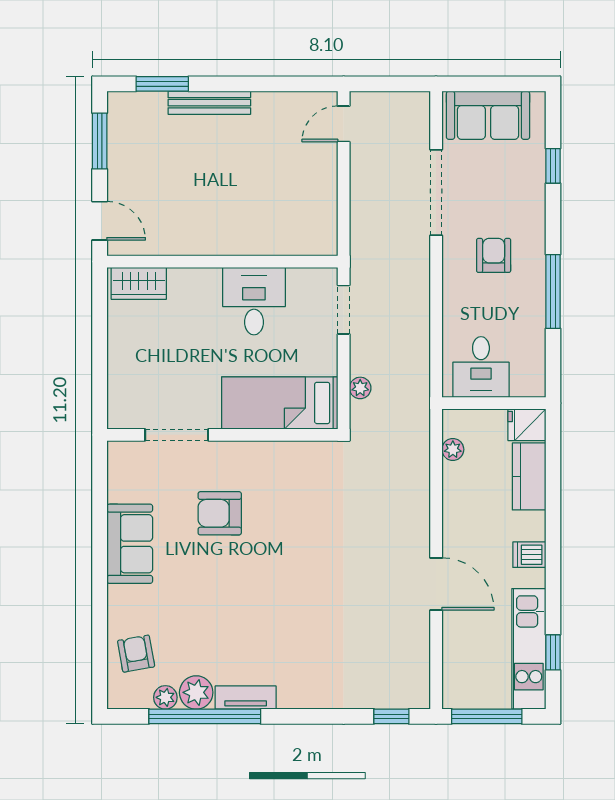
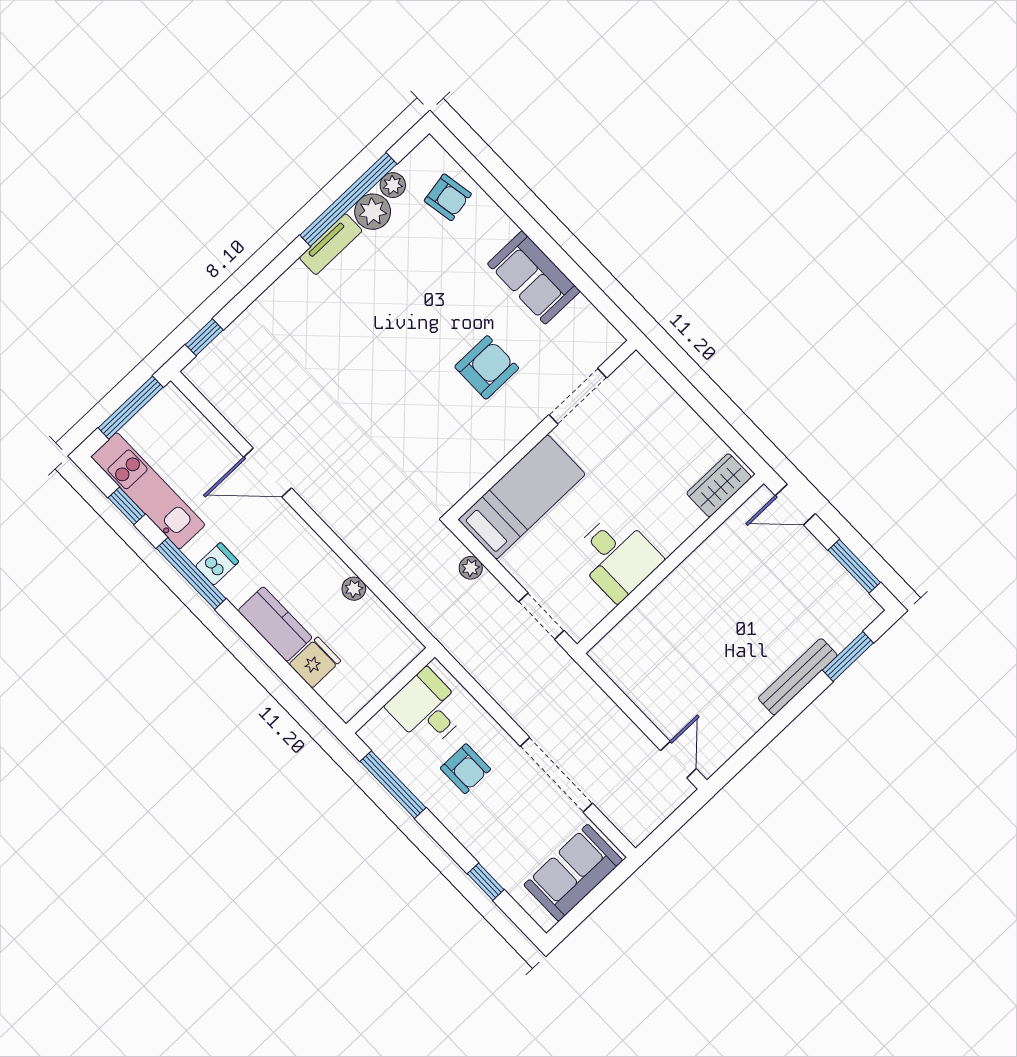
desk: (481, 367) -> (427, 709), moved
wall: (494, 403) -> (390, 690), moved
window: (553, 565) -> (191, 573), added

